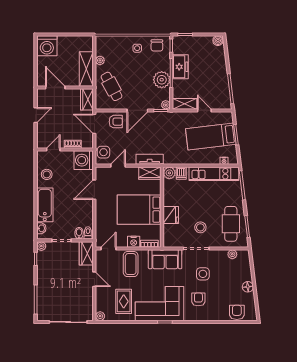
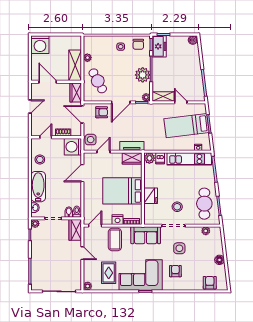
freezer: (180, 67) -> (159, 46), moved

